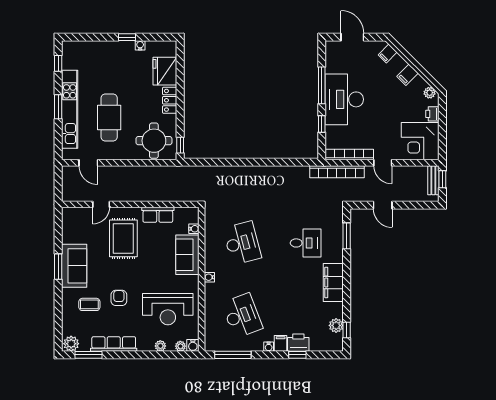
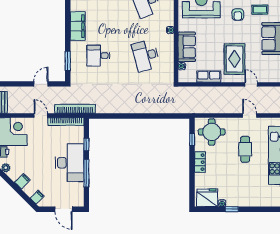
fridge: (165, 71) -> (207, 198), moved, turned -90
cafe table: (109, 118) -> (245, 149), width x0.73, depth x0.74
window: (180, 145) -> (192, 140), moved
door: (88, 163) -> (250, 115), moved
door: (101, 204) -> (251, 84), hinge flipped
door: (383, 205) -> (41, 84), hinge flipped

